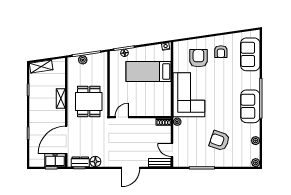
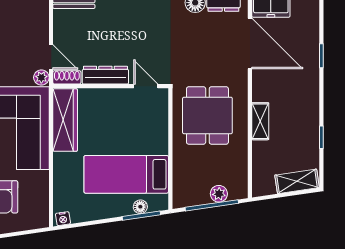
bed: (149, 71) -> (126, 174), moved, turned 180
wardrobe: (165, 99) -> (65, 120), added
door: (122, 117) -> (146, 86), swing flipped
dresser: (143, 123) -> (105, 75), added
door: (66, 140) -> (250, 44), hinge flipped
door: (172, 150) -> (51, 57), moved

